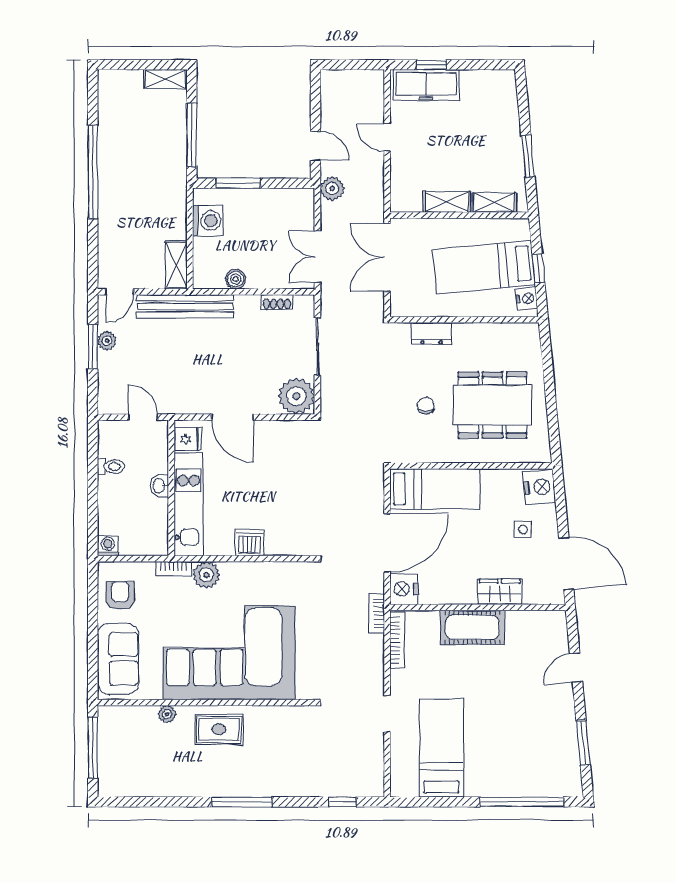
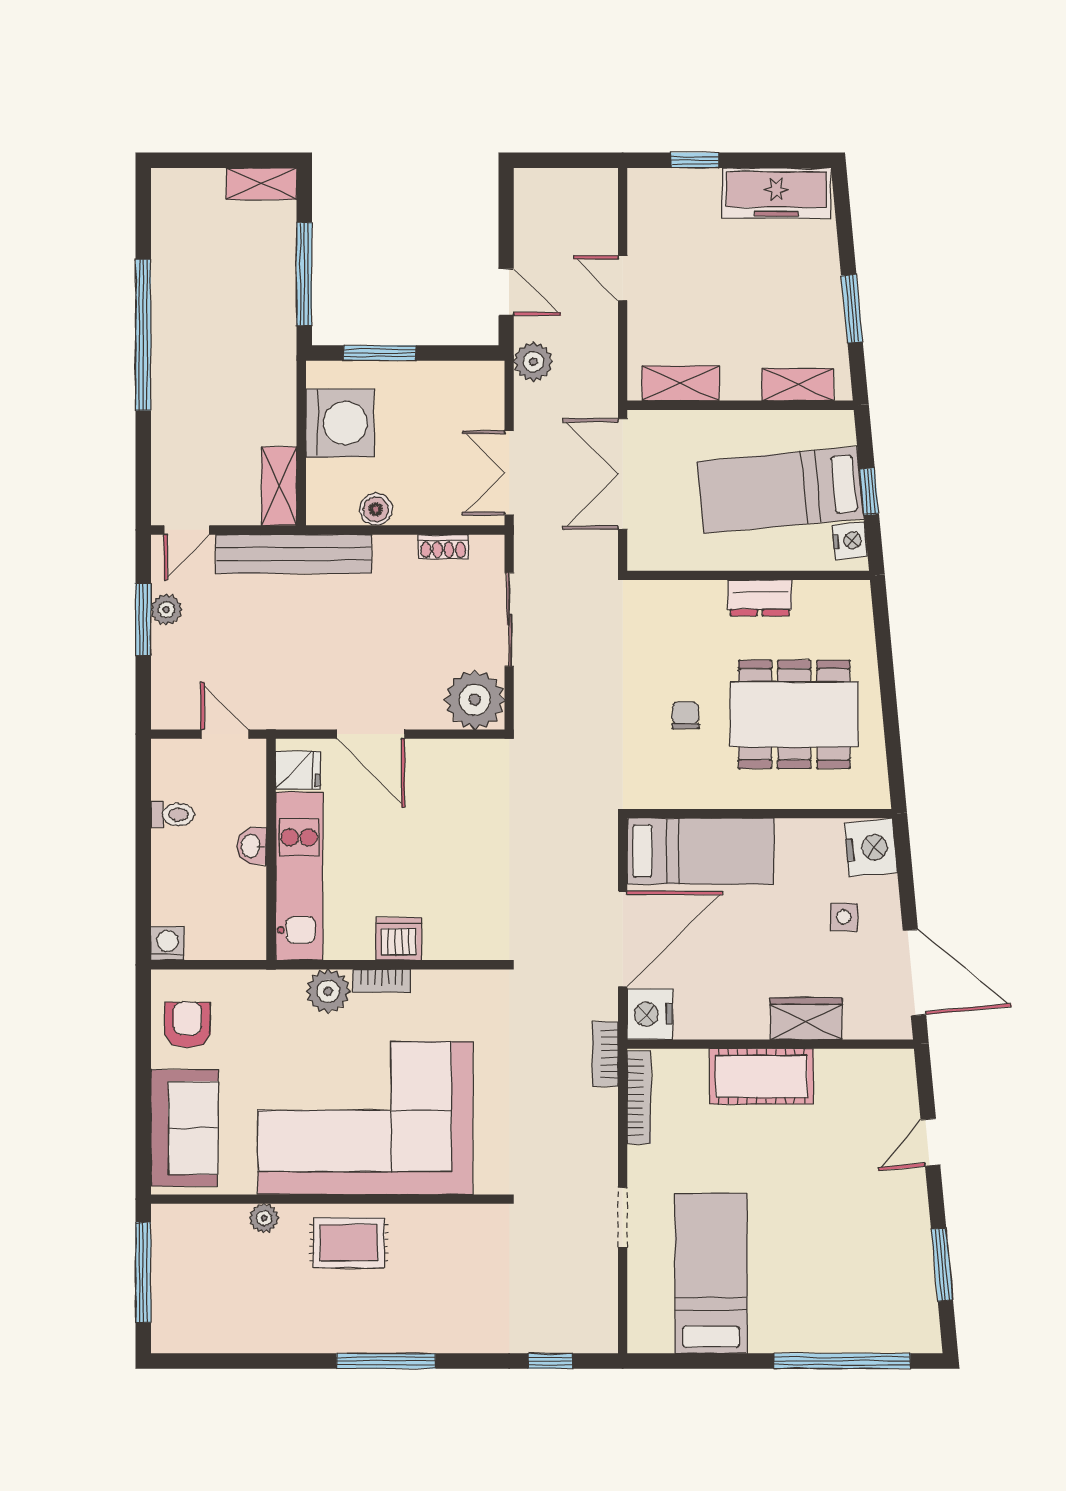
freezer: (426, 85) -> (776, 193), moved
shelving: (447, 202) -> (681, 383), moved
washing machine: (208, 220) -> (340, 423), width x1.37, depth x1.37
dresser: (432, 334) -> (760, 598), moved
bookcase: (174, 568) -> (382, 981), moved

